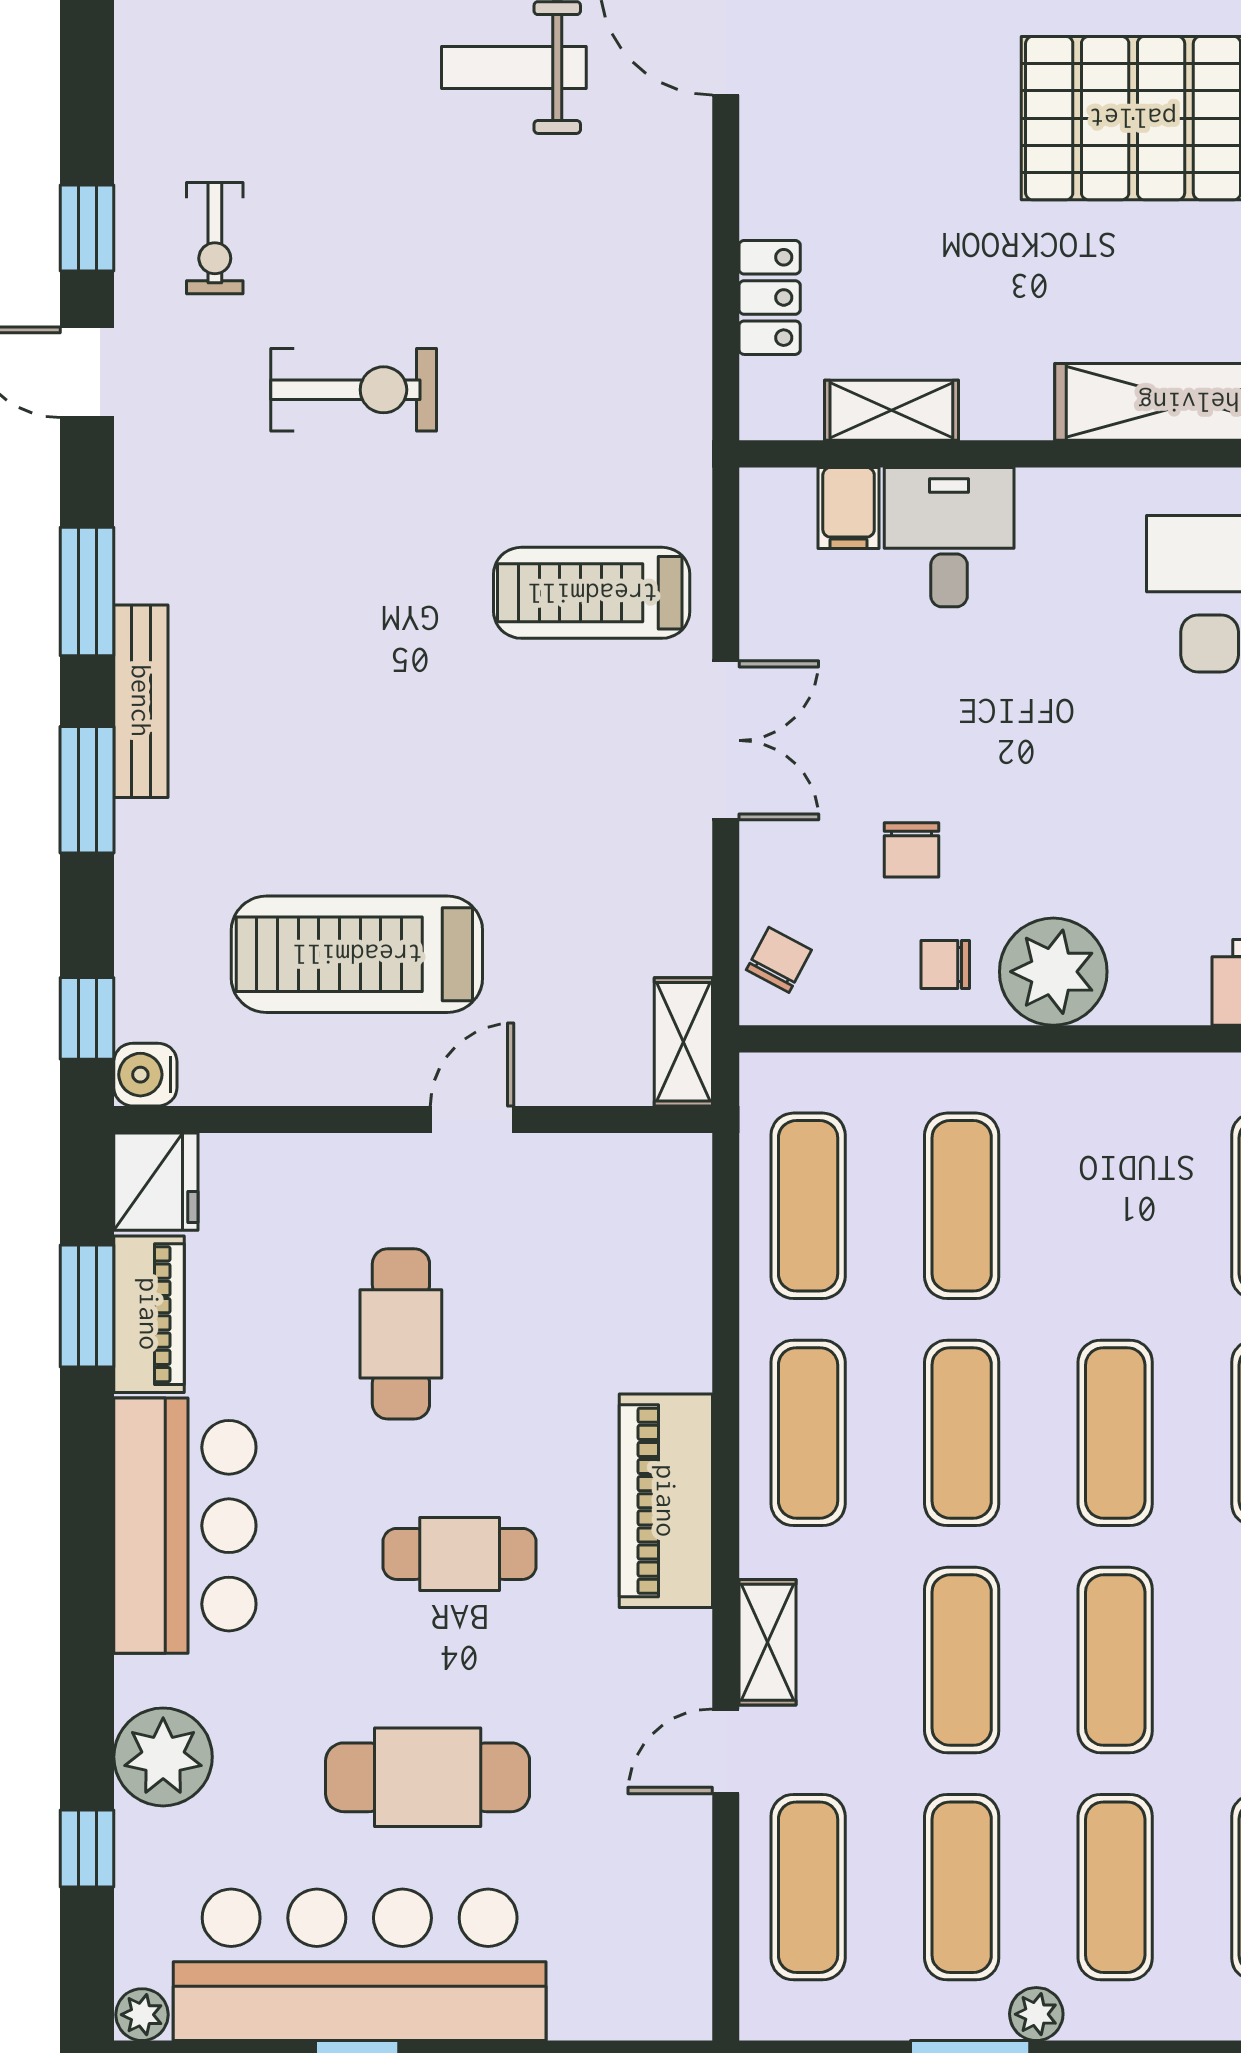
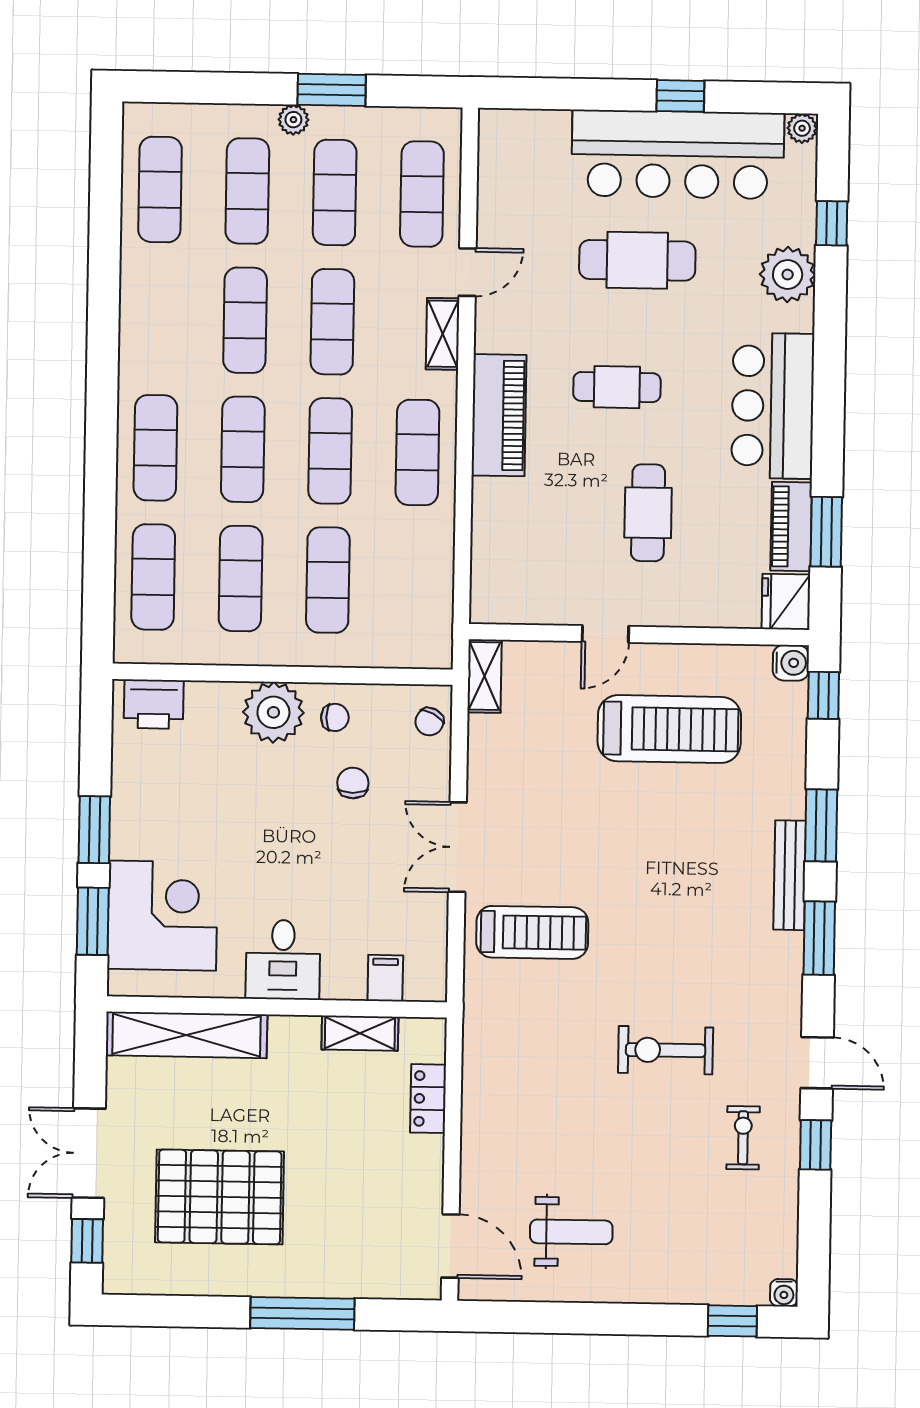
desk: (949, 537) -> (283, 960), moved
exercise mat: (808, 1206) -> (241, 579), moved

